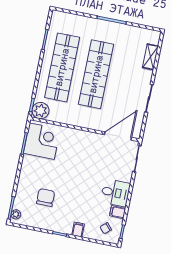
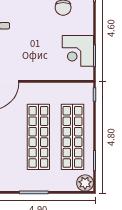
plant: (40, 111) -> (85, 183), moved
corner desk: (42, 141) -> (78, 51), moved

